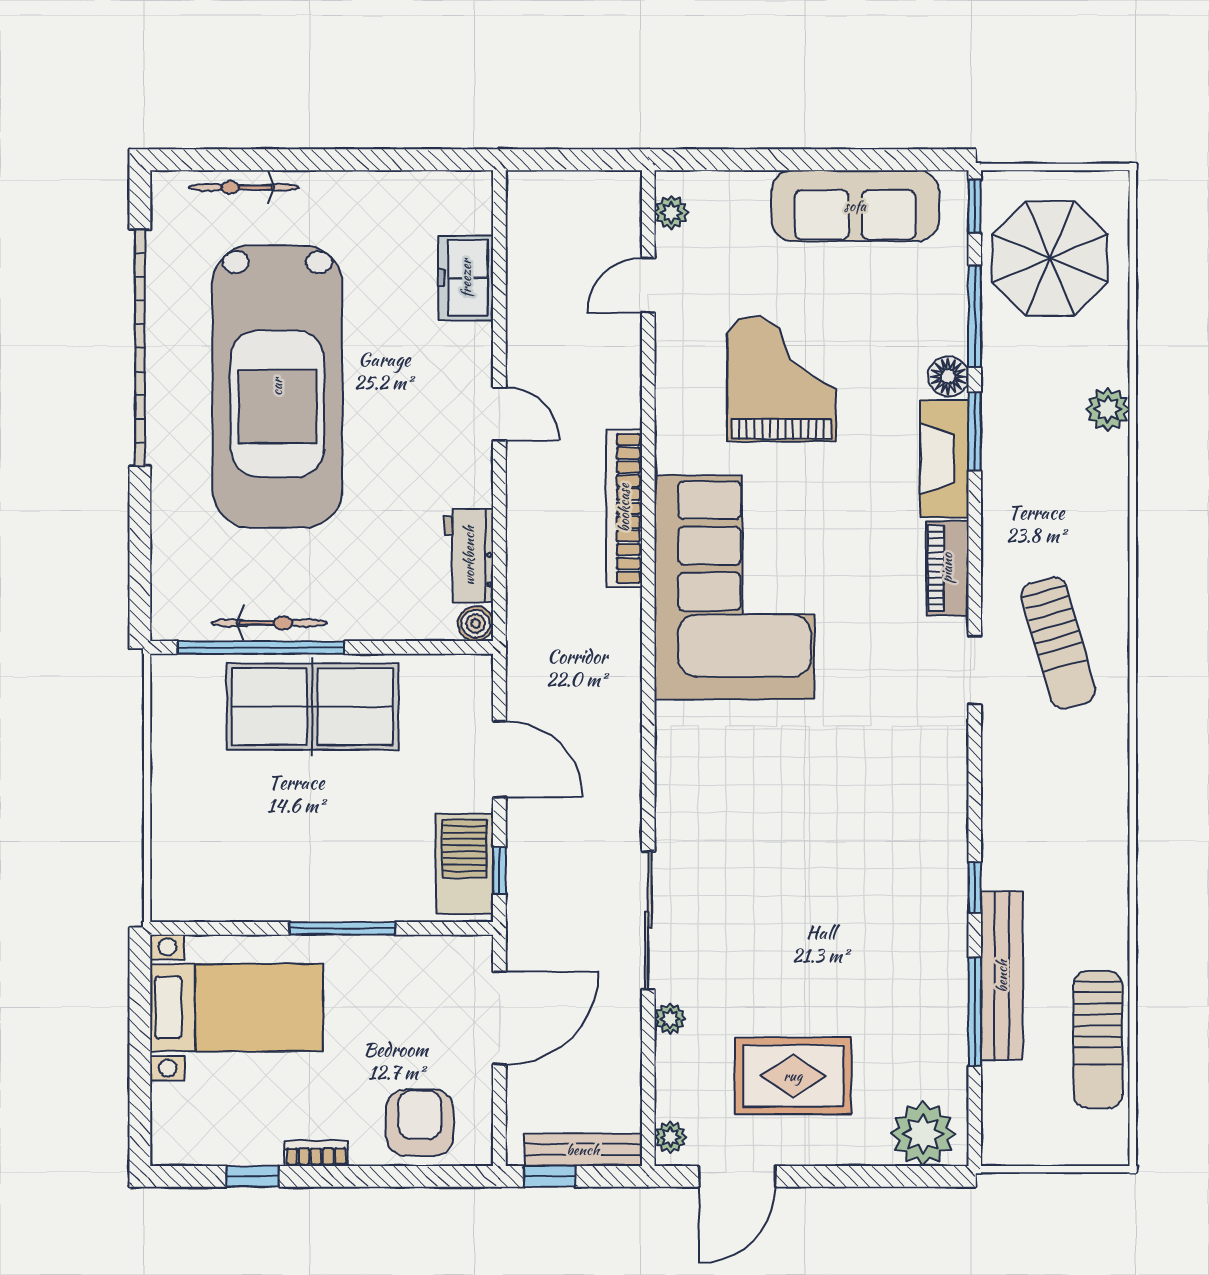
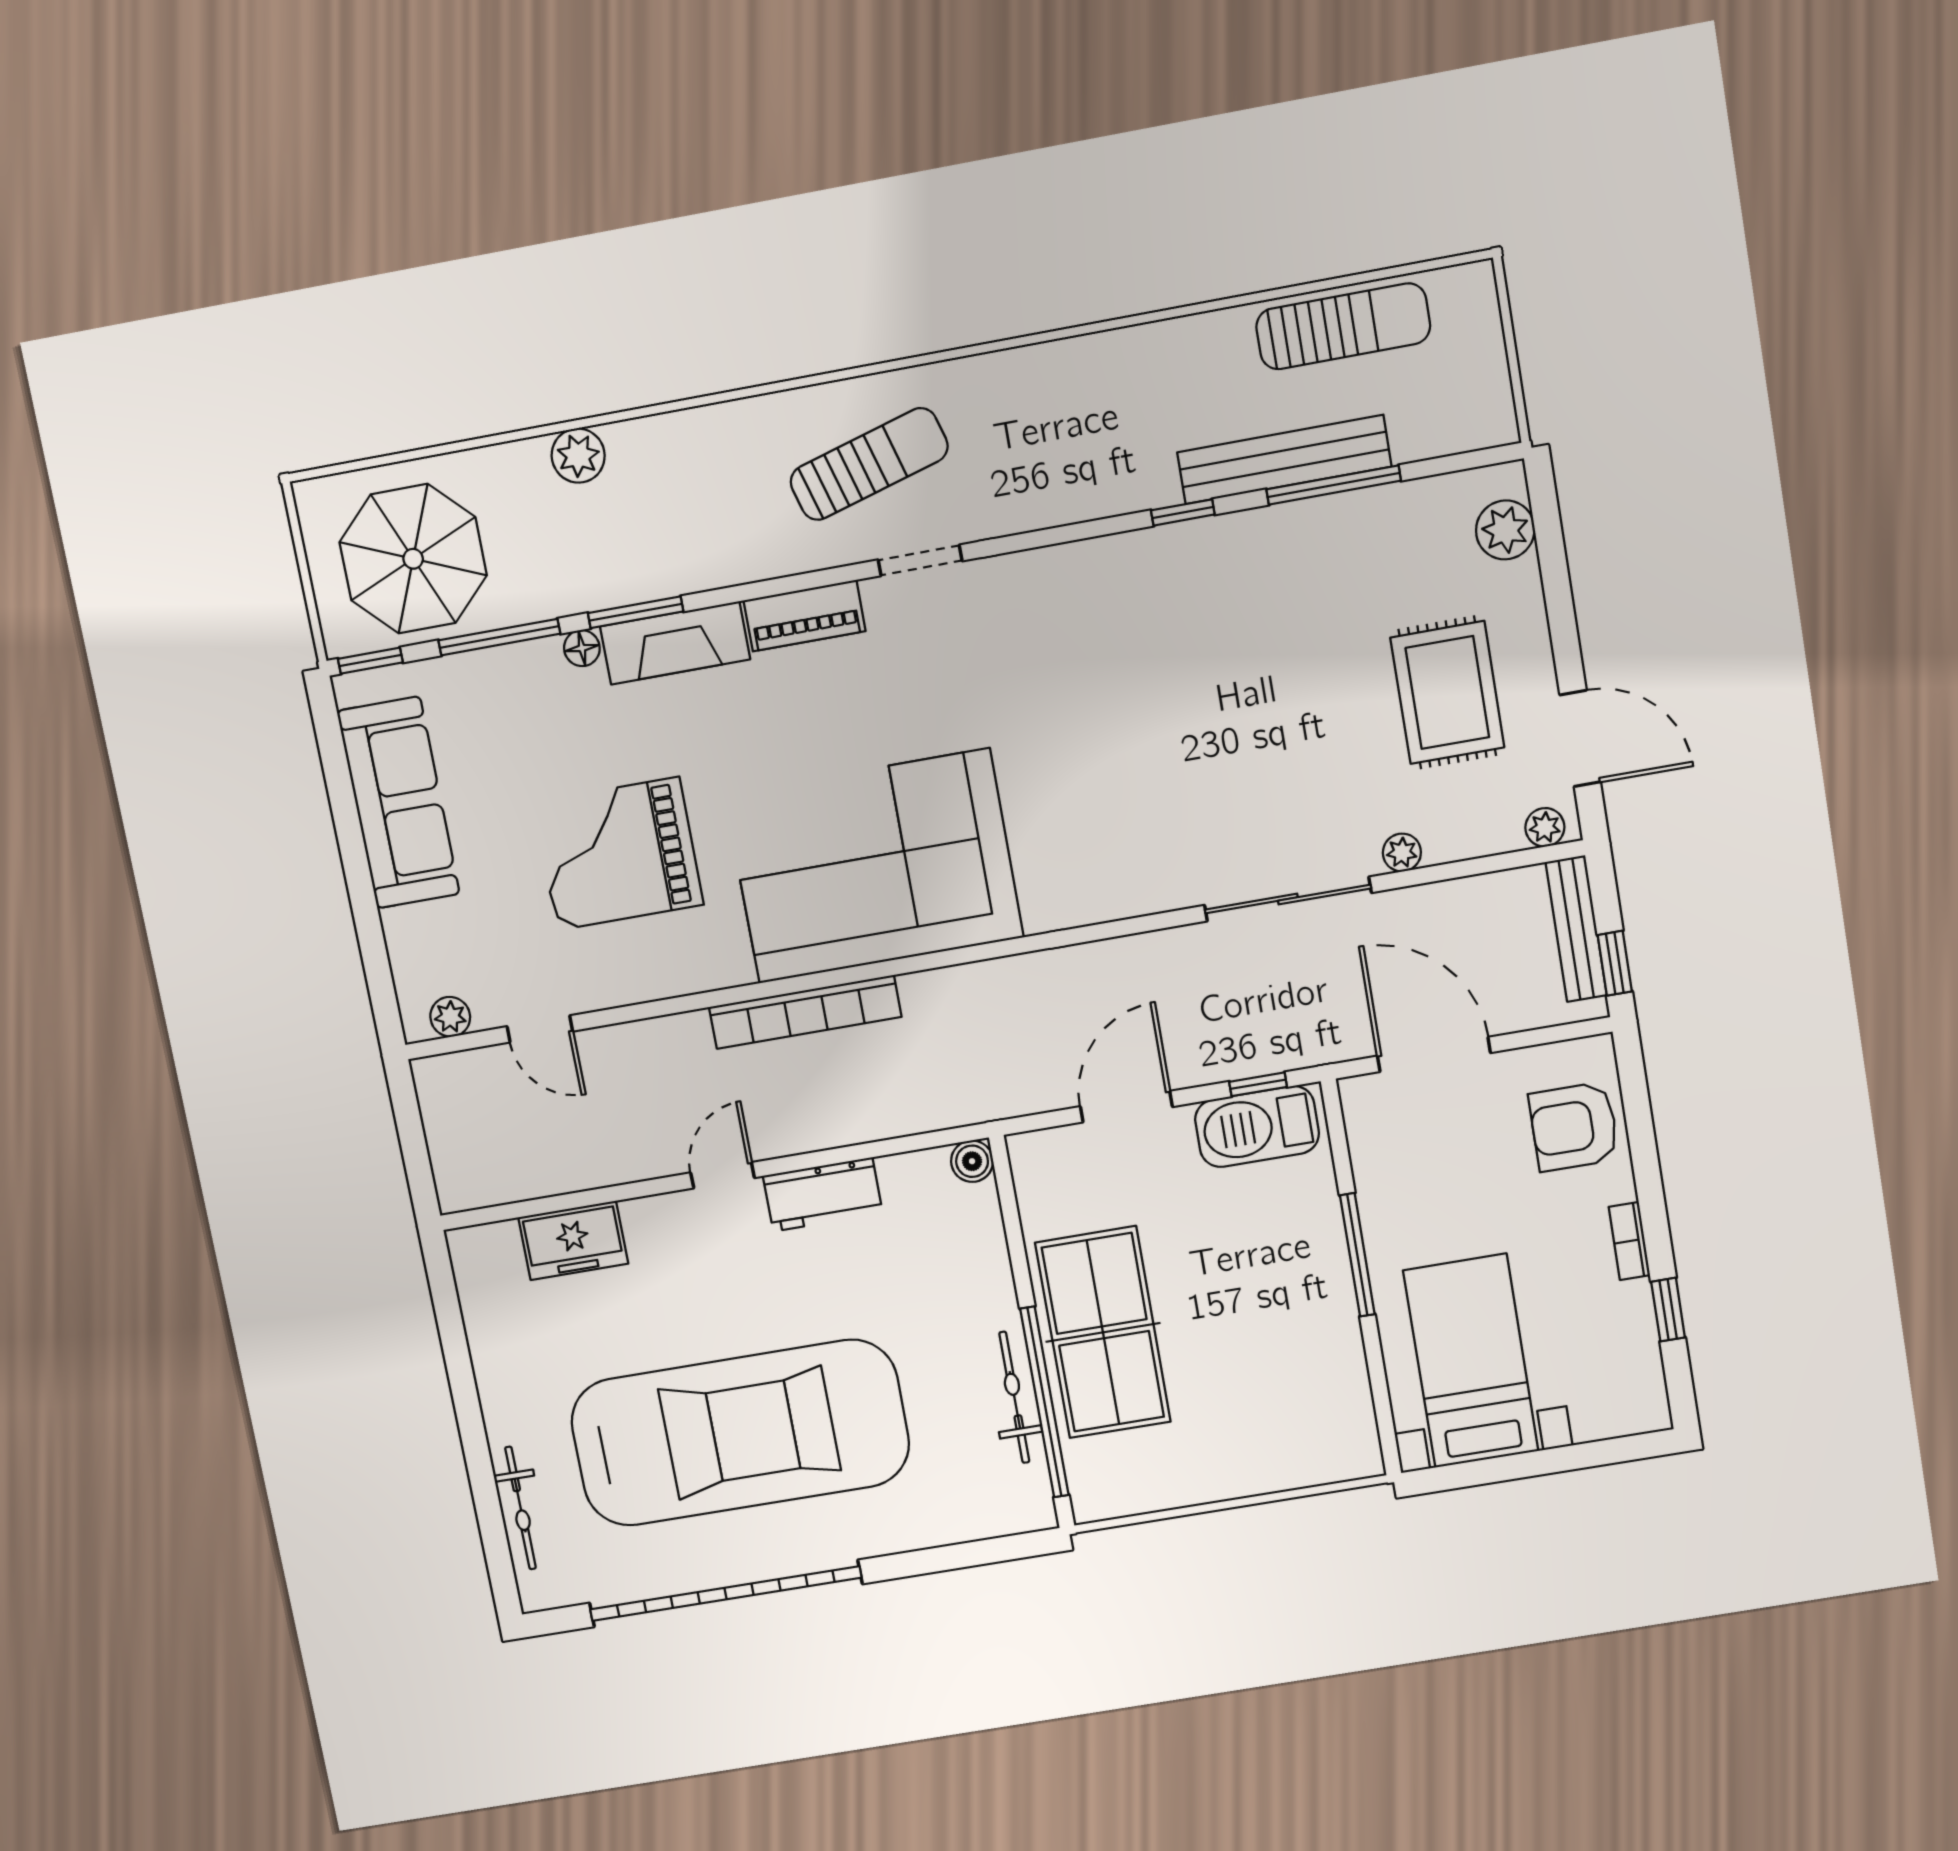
floor lamp: (948, 376) -> (582, 648), width x0.73, depth x0.73
workbench: (469, 556) -> (823, 1194), moved
plant: (923, 1134) -> (1505, 530), width x0.73, depth x0.73

